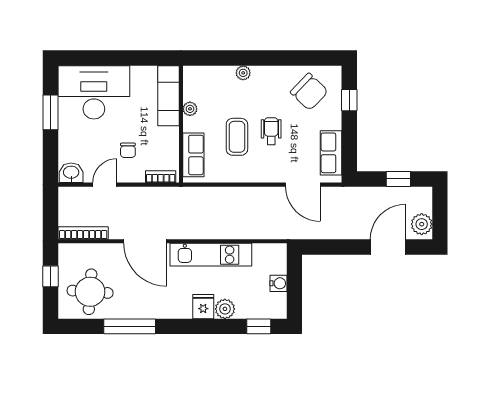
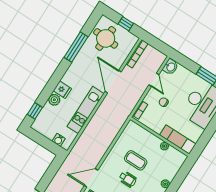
row of seats: (193, 155) -> (141, 133), removed
door: (145, 241) -> (113, 82), hinge flipped
water cooler: (279, 283) -> (59, 140), moved

